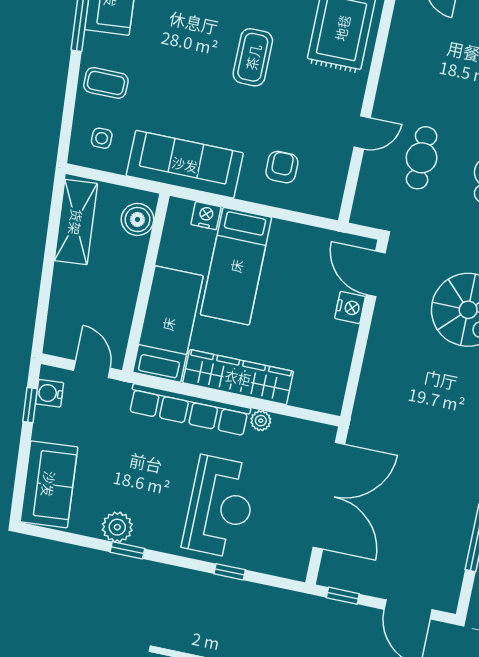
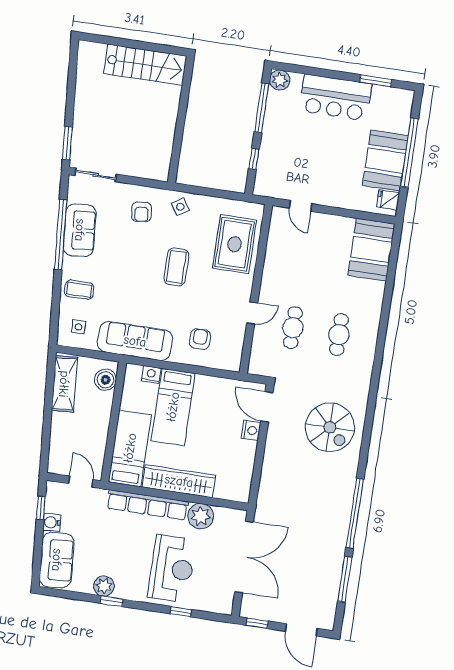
water cooler: (50, 393) -> (52, 522), moved
plant: (261, 421) -> (201, 516), width x1.87, depth x1.87

